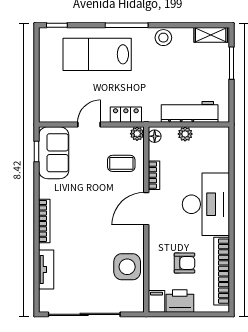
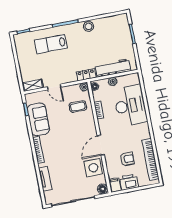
shelving: (211, 35) -> (33, 85), moved
lab bench: (97, 54) -> (51, 44), width x0.73, depth x0.72
locker: (126, 115) -> (86, 75), moved
door: (89, 125) -> (54, 87), swing flipped
sofa: (54, 153) -> (38, 119), moved
desk: (206, 204) -> (130, 106), moved
door: (146, 209) -> (101, 145), moved
floor lamp: (136, 304) -> (103, 189), added

